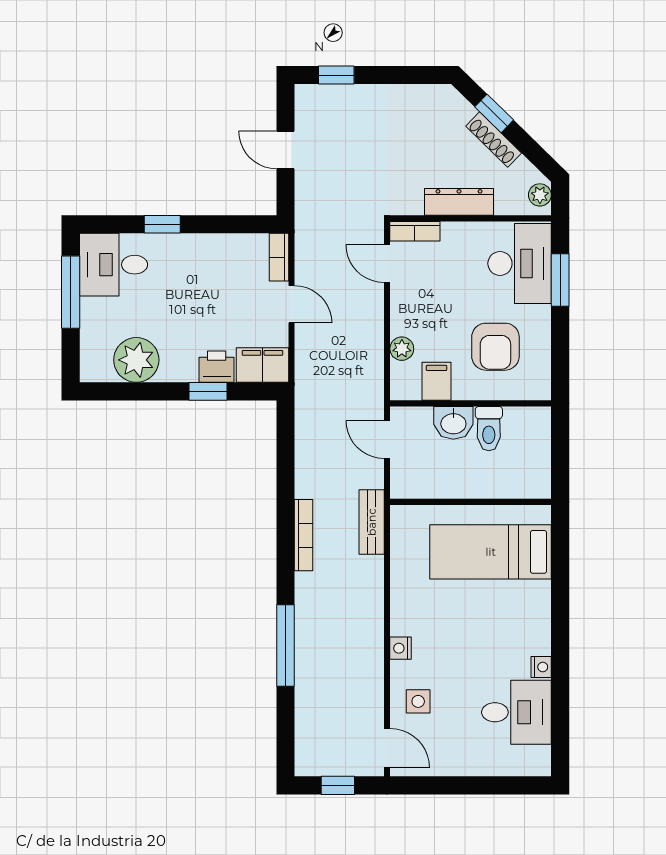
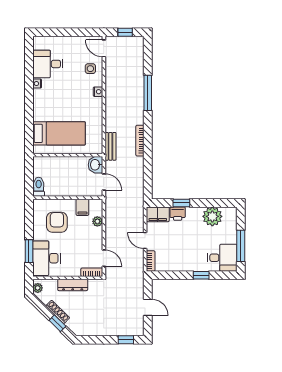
washbasin: (453, 423) -> (95, 165), moved, turned -90
toilet: (489, 429) -> (39, 187), moved

